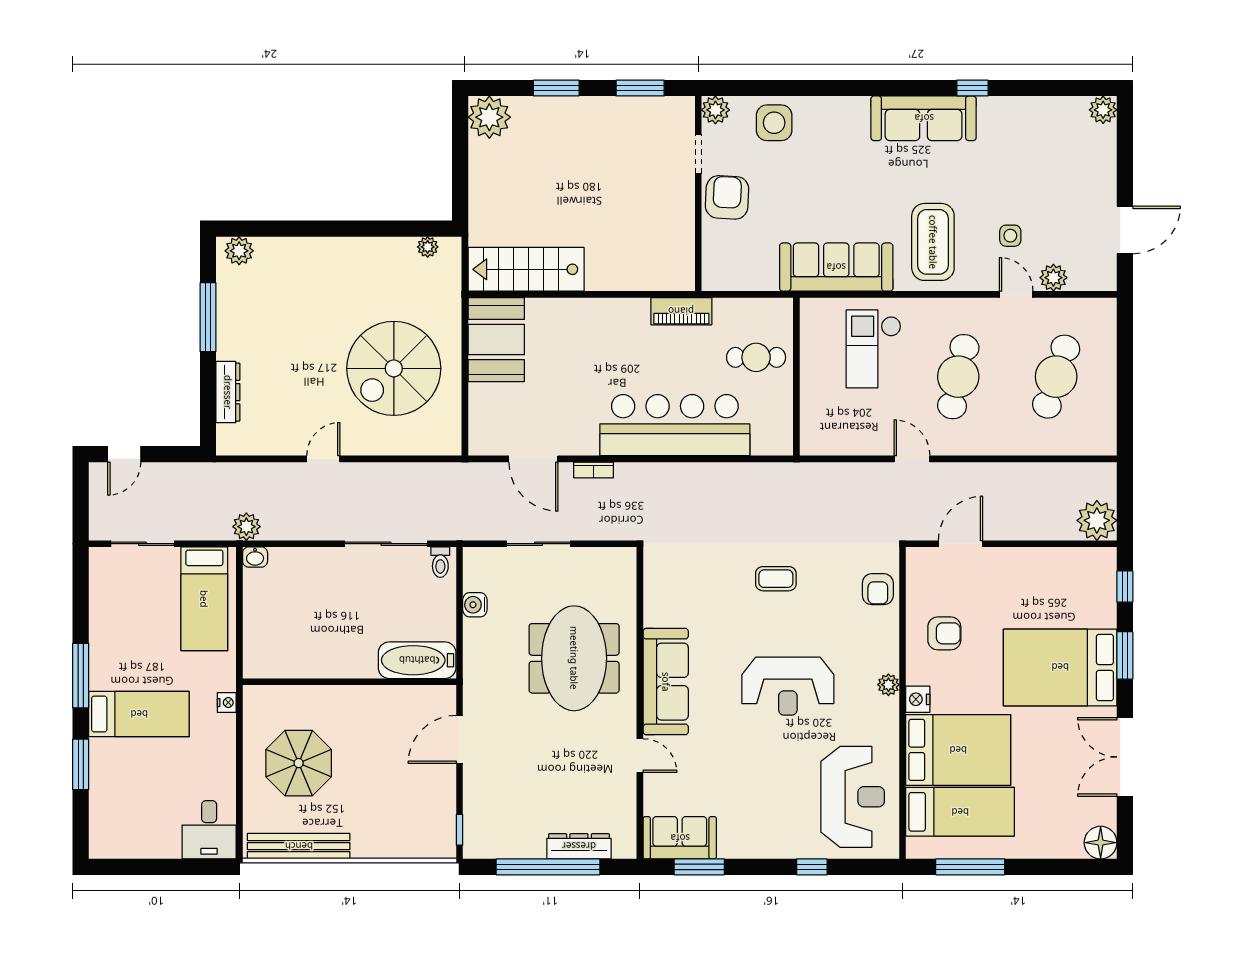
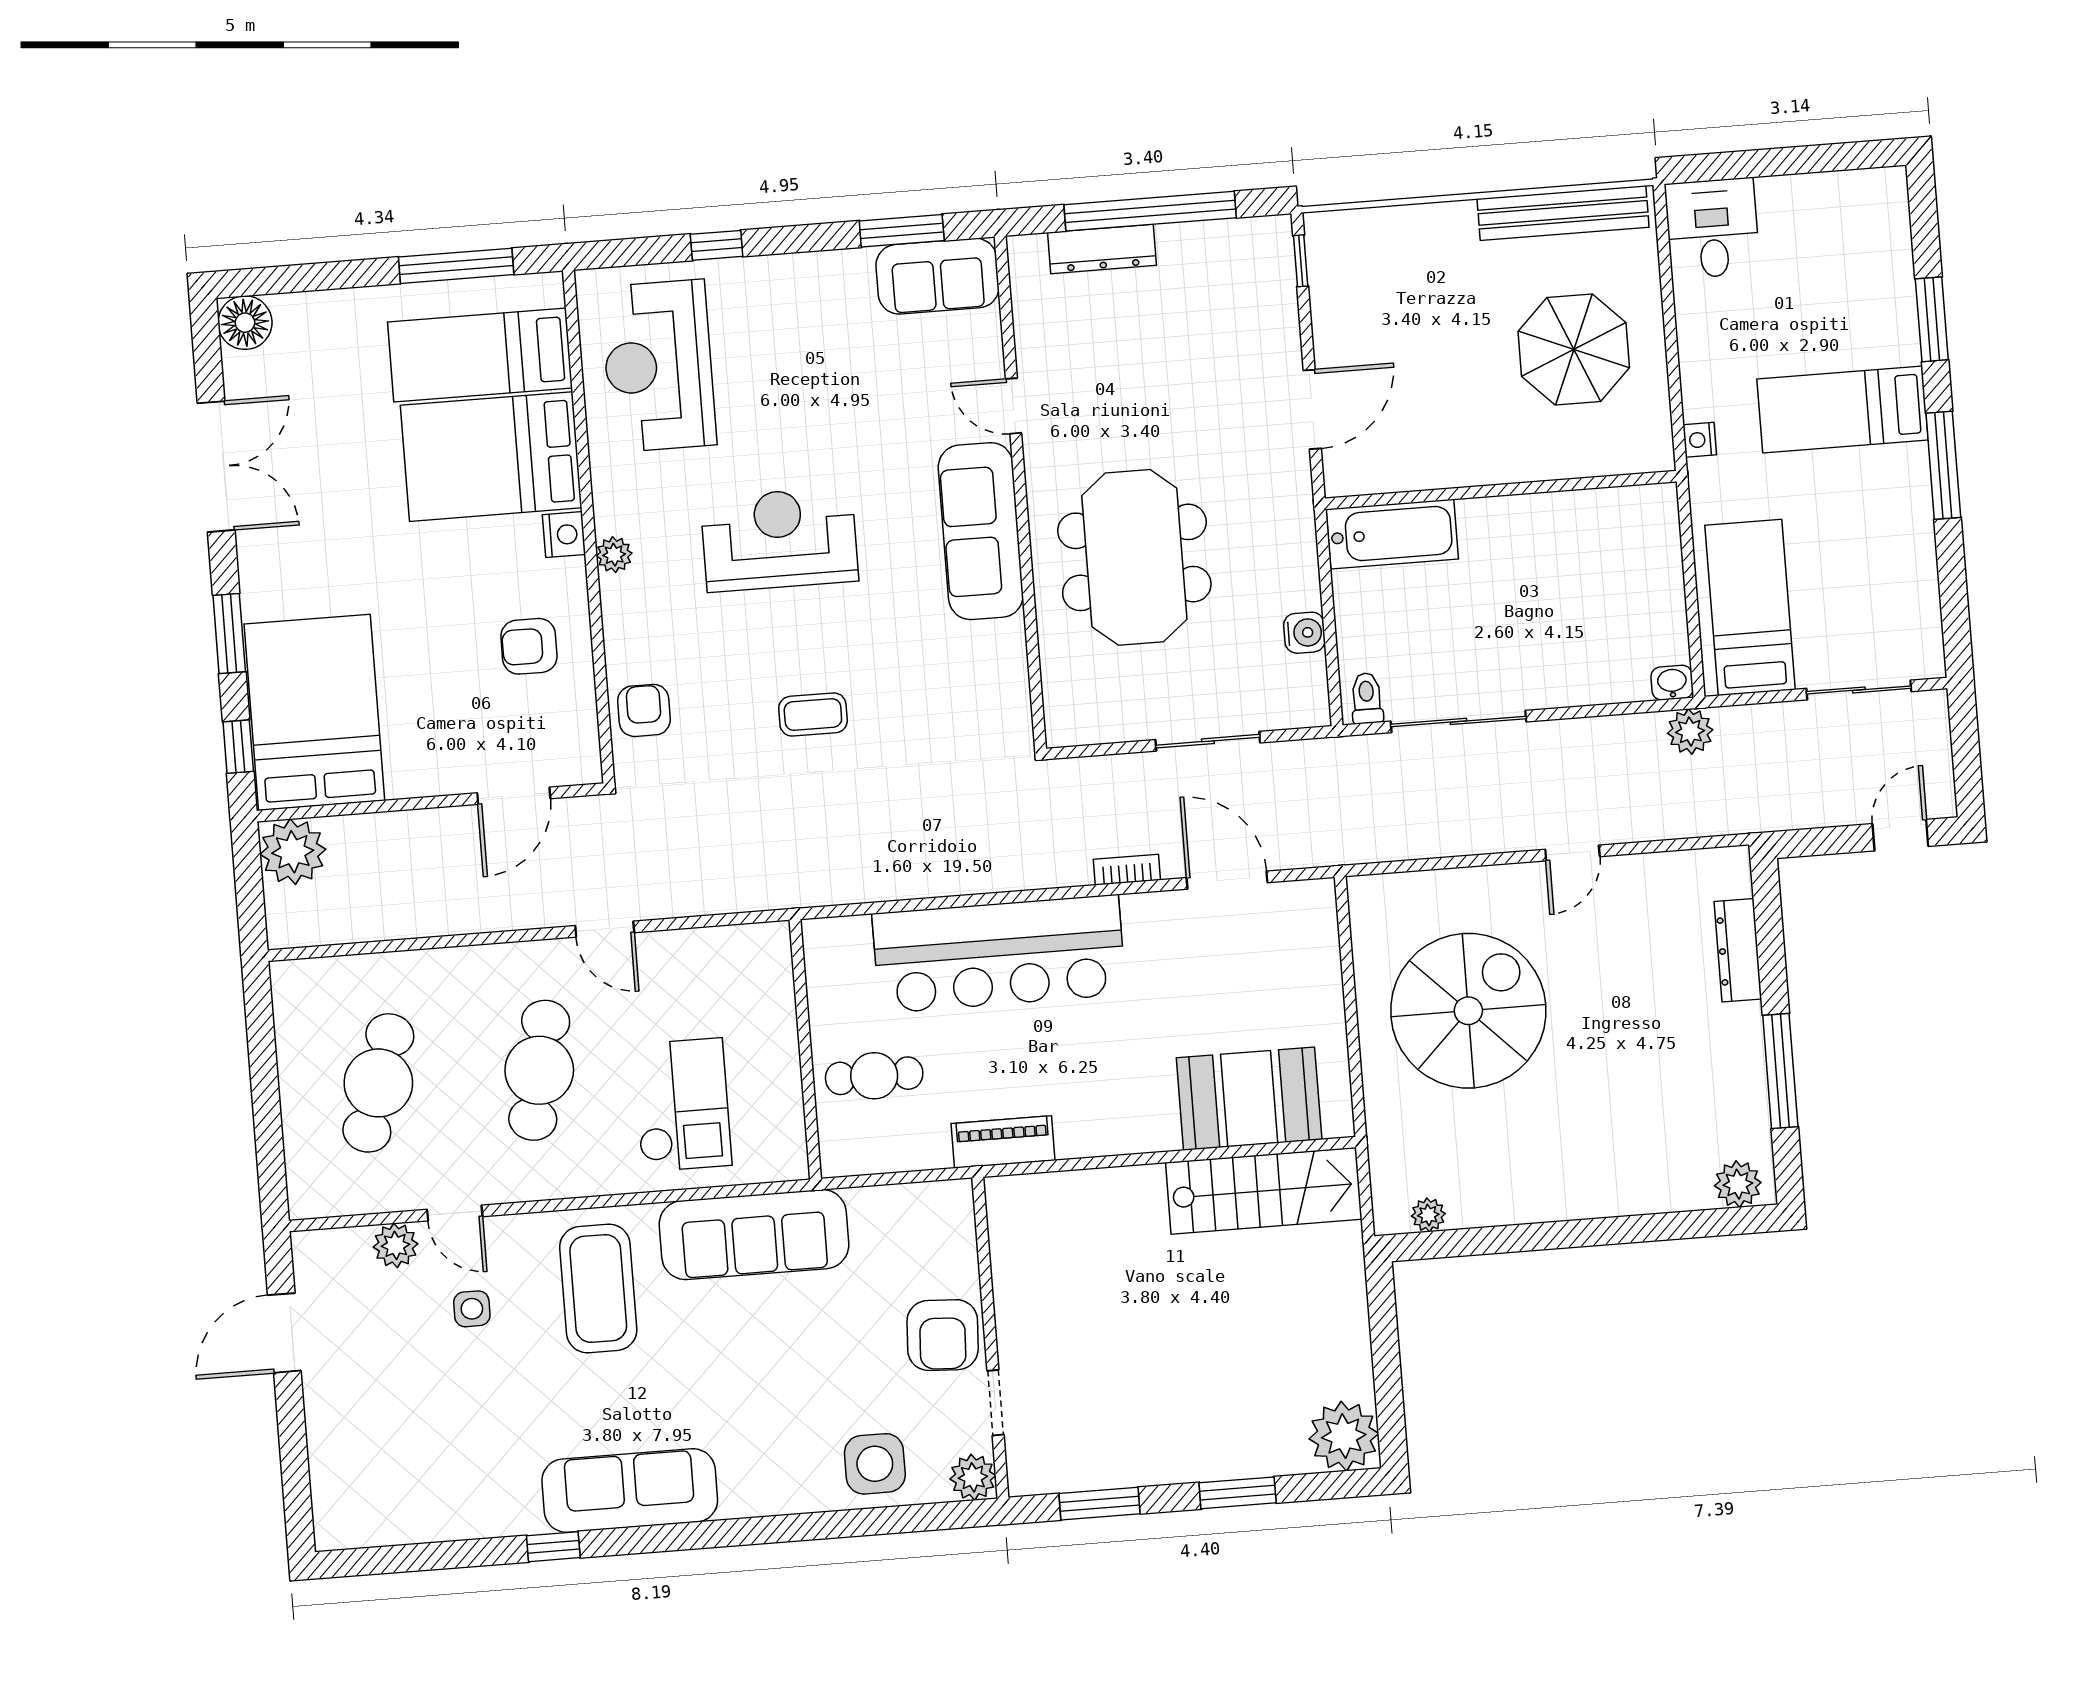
plant: (1103, 110) -> (336, 1528), removed
booth: (496, 340) -> (1249, 1099), moved, turned 90
bed: (1060, 667) -> (314, 712), moved, turned -90

